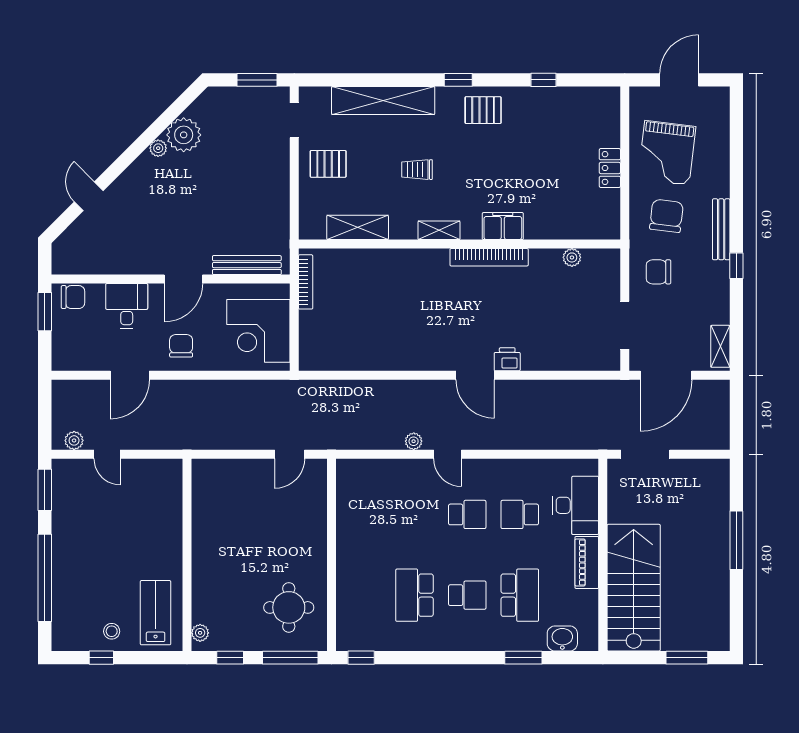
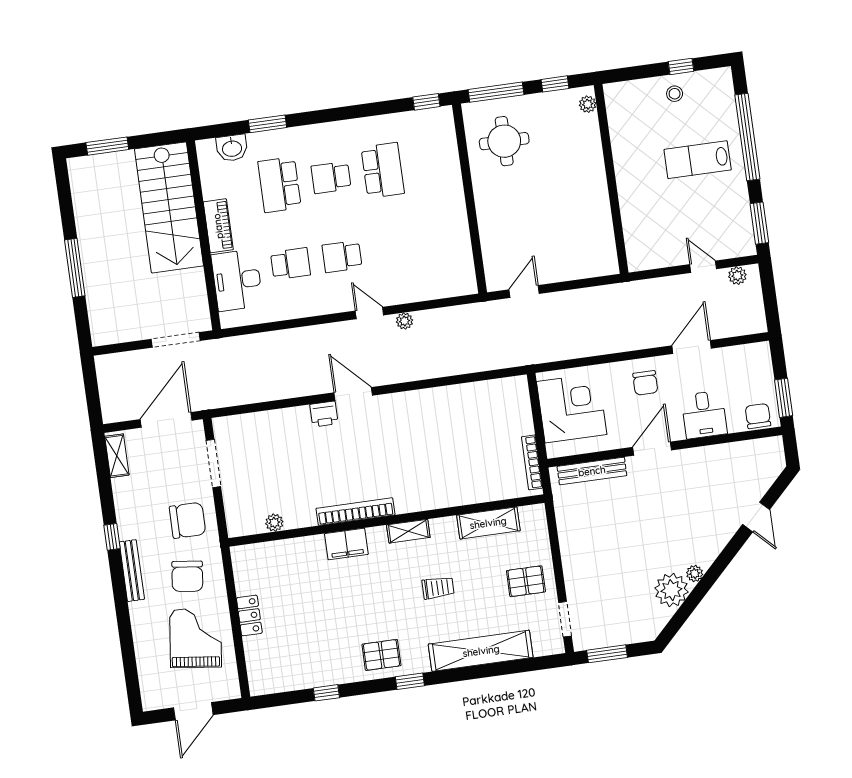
chair: (658, 272) -> (188, 520), width x1.37, depth x1.37
chair: (73, 297) -> (758, 416), turned 90
lab bench: (156, 613) -> (698, 160), moved, turned 90

